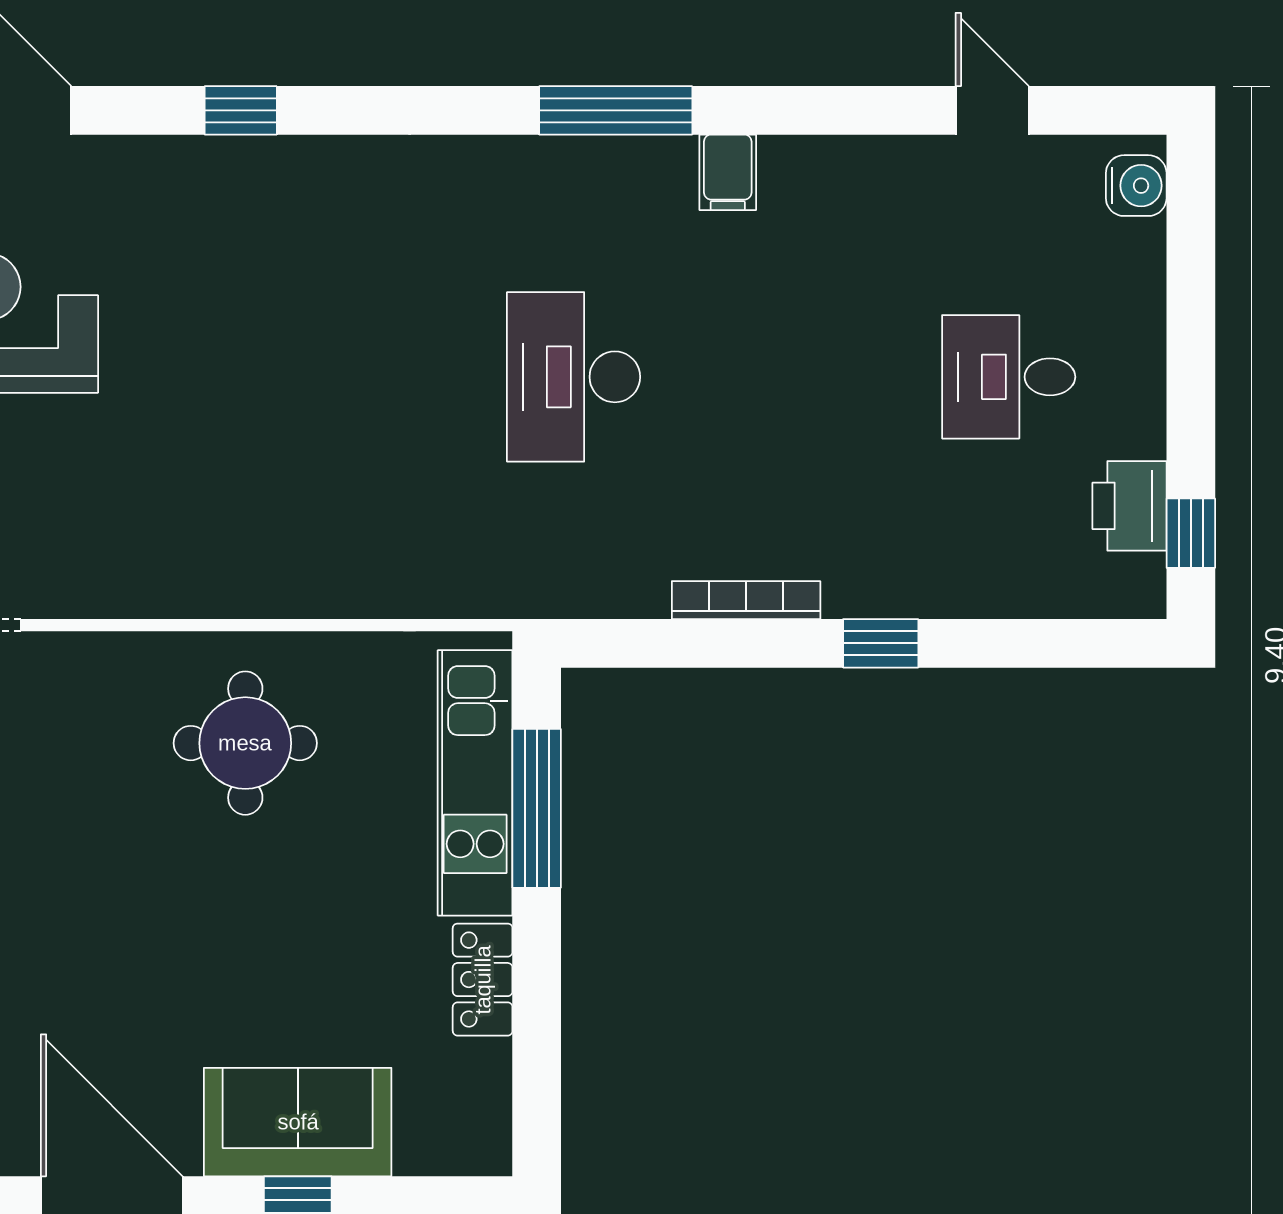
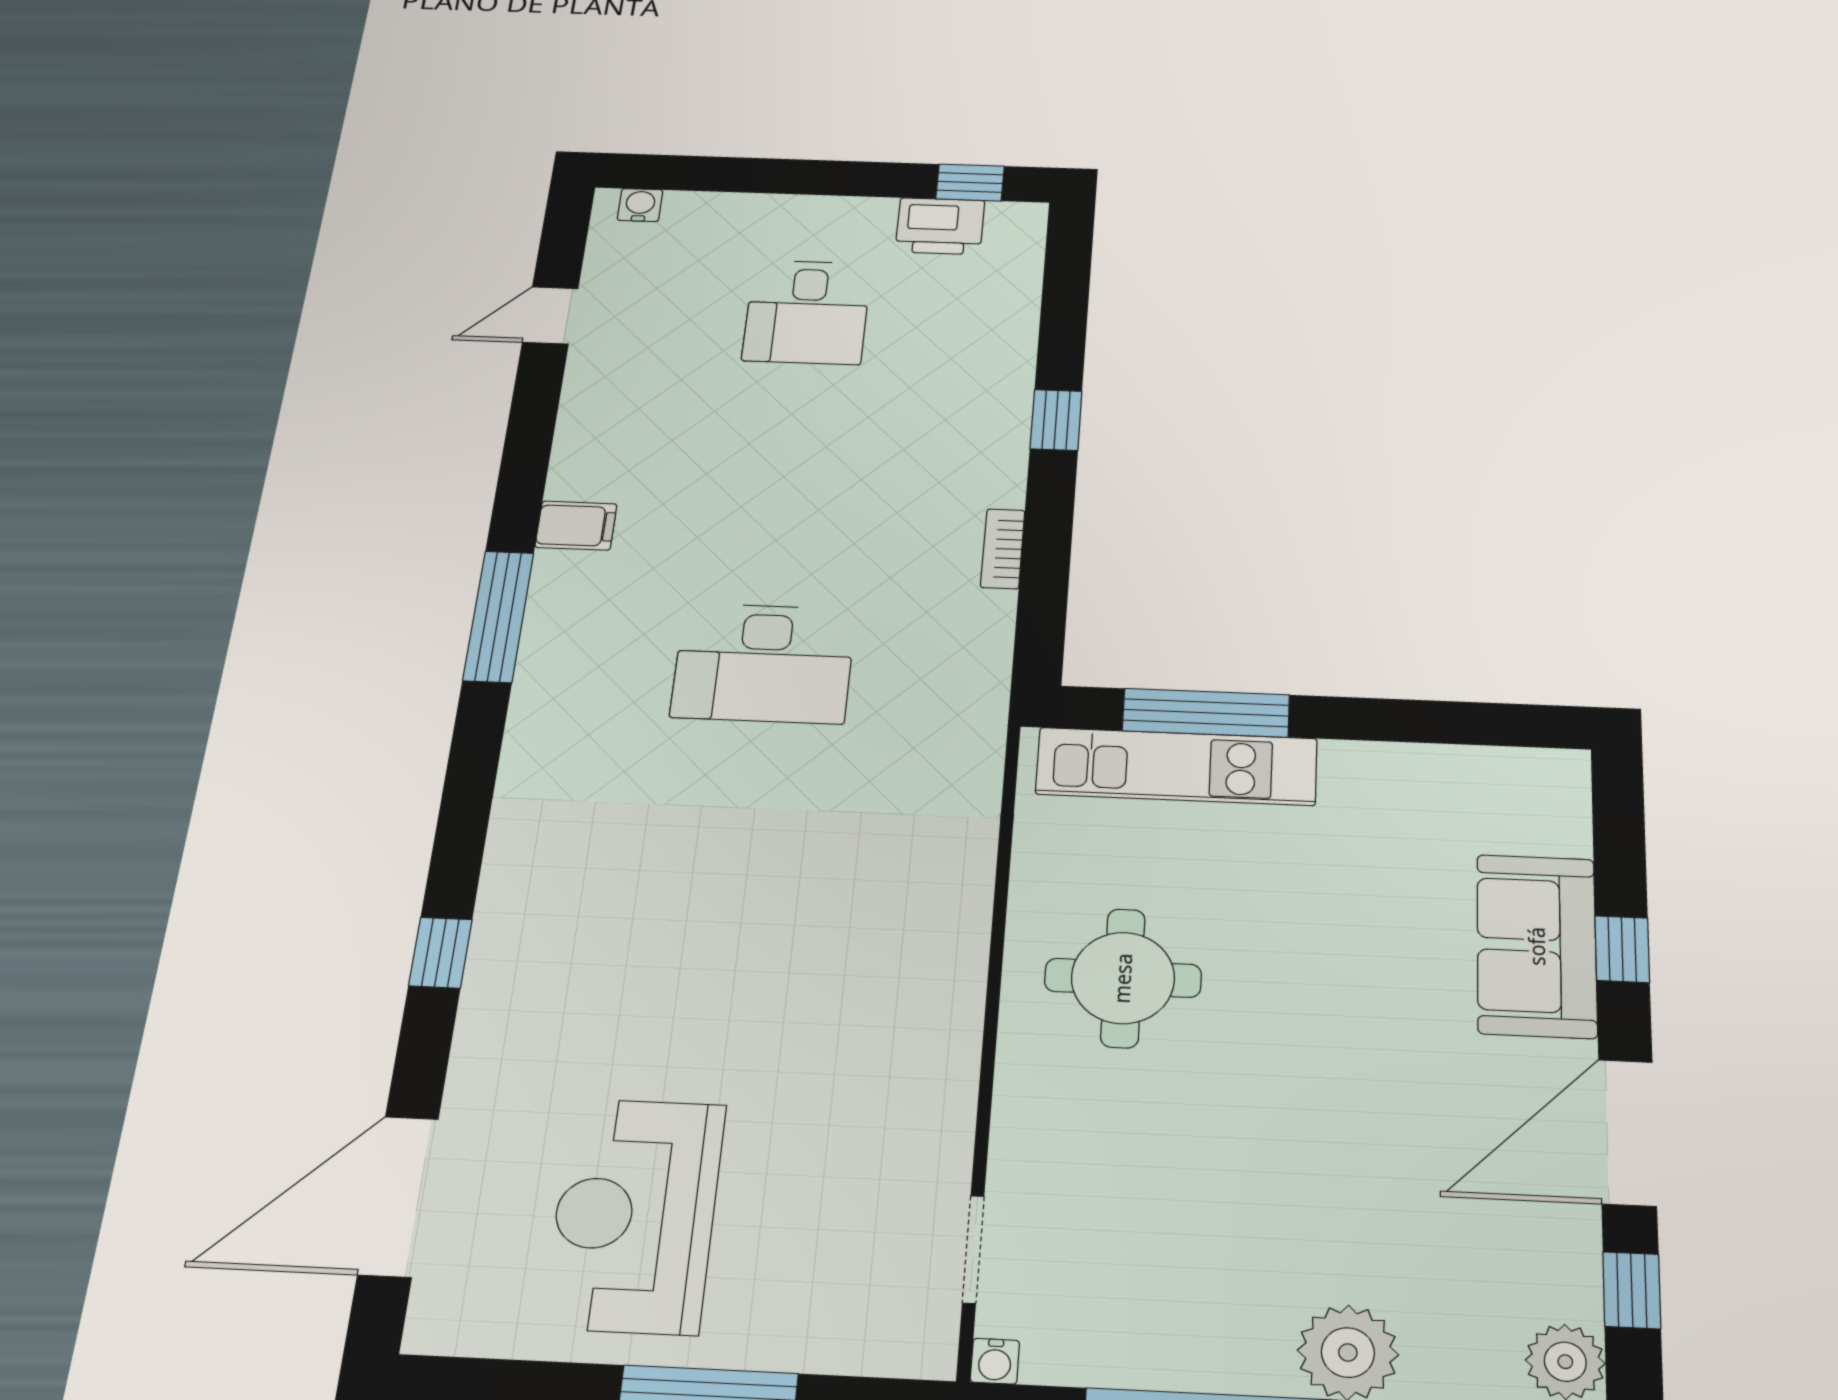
water cooler: (1136, 186) -> (640, 205), width x0.72, depth x0.72
bookcase: (746, 600) -> (1003, 549), width x0.64
locker: (483, 980) -> (1384, 768), removed

